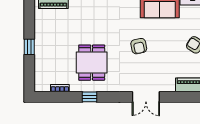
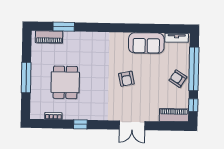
window: (29, 47) -> (26, 78), width x2.17
dining table: (92, 63) -> (65, 82), moved

